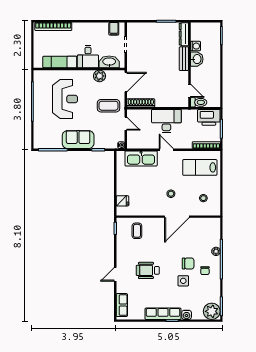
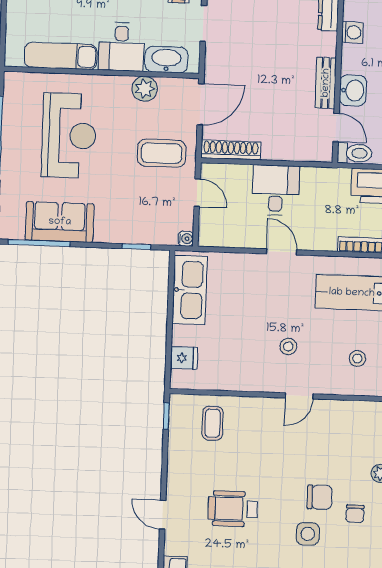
bench: (184, 59) -> (326, 83), moved
washbasin: (197, 59) -> (353, 90), moved
desk: (166, 121) -> (276, 190), width x0.73
sofa: (78, 140) -> (60, 222), moved
kitchen sink: (141, 158) -> (190, 290), moved, turned -90
door: (177, 217) -> (299, 396), width x0.53
door: (115, 274) -> (163, 515), hinge flipped

